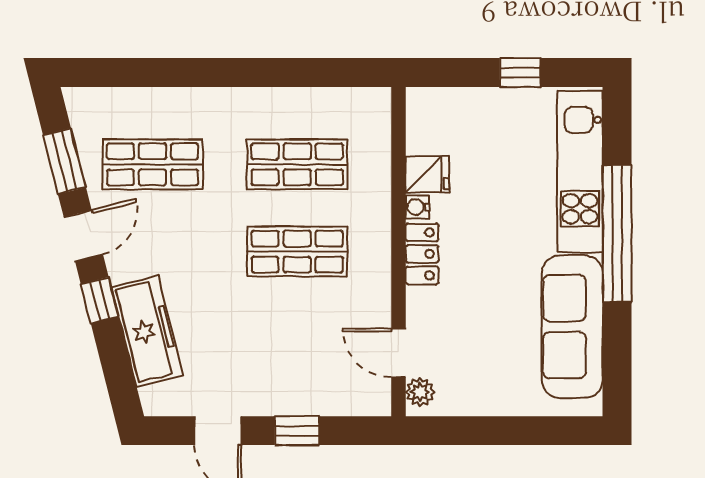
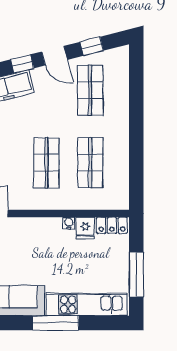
window: (520, 72) -> (136, 275), width x2.17
window: (64, 161) -> (92, 46), width x0.67
window: (617, 234) -> (56, 323), width x0.68
locker: (422, 254) -> (112, 225), moved

